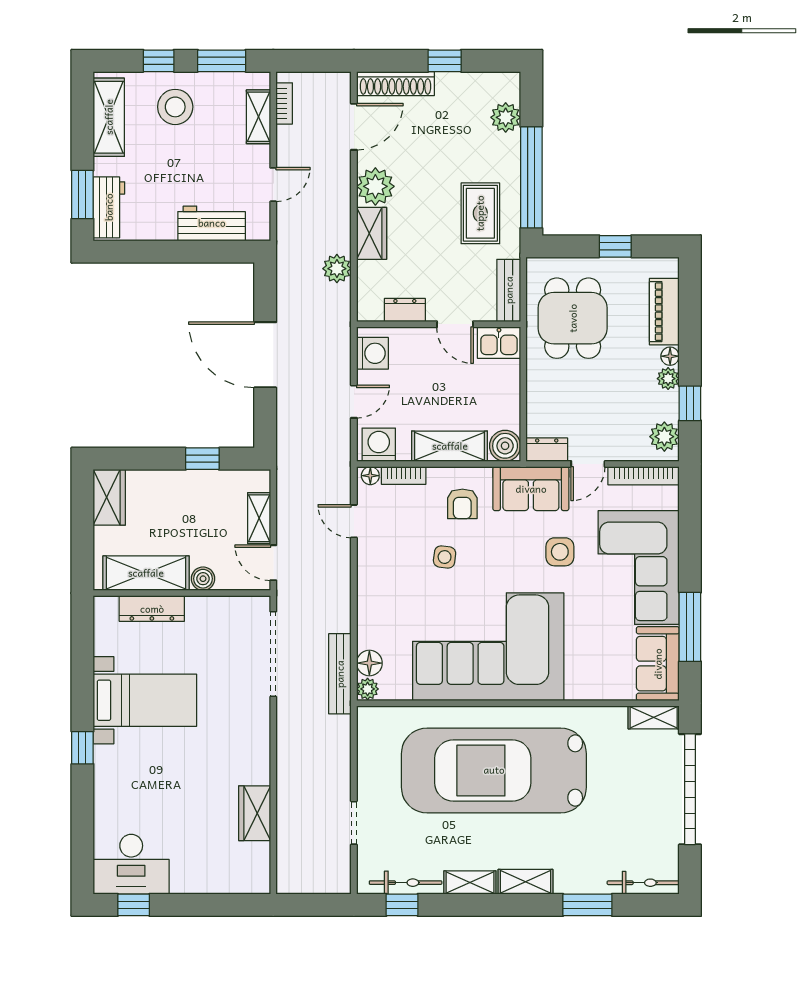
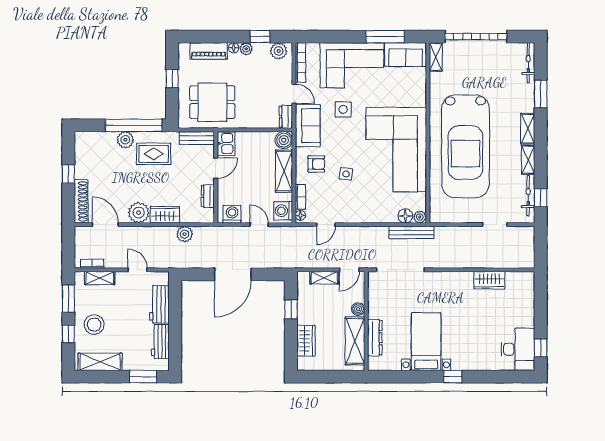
plant: (506, 117) -> (125, 140), moved
workbench: (109, 207) -> (160, 341), moved, turned -90
wardrobe: (109, 497) -> (306, 341), moved, turned 90

